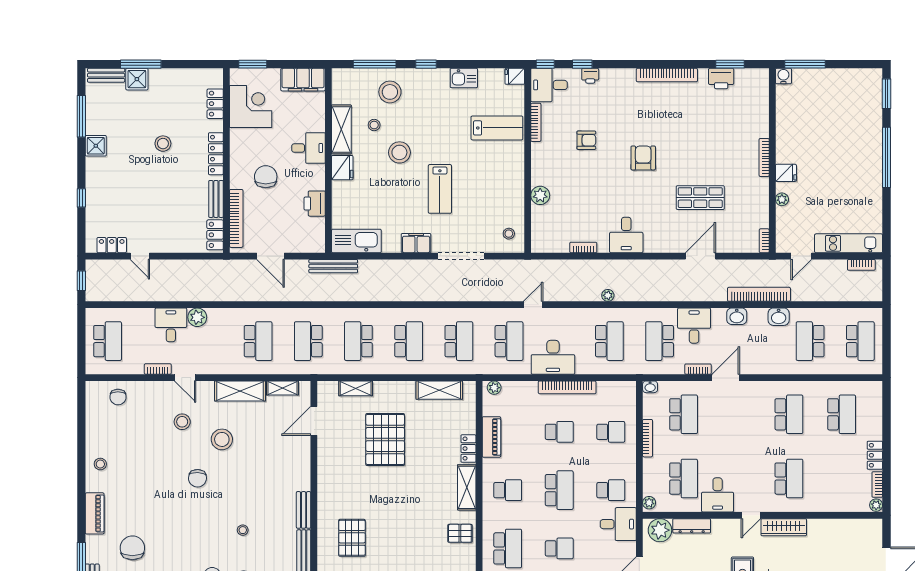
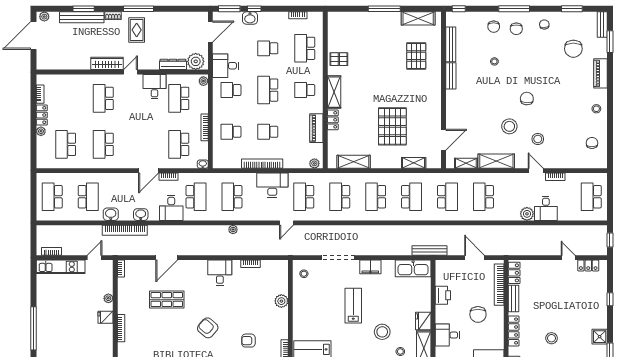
armchair: (643, 158) -> (208, 328), turned 131
chair: (118, 397) -> (592, 143), moved
plant: (876, 505) -> (41, 131), moved

